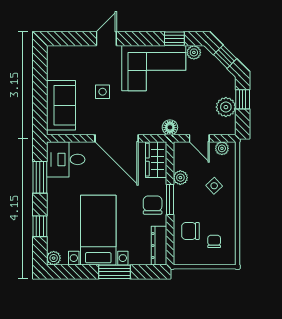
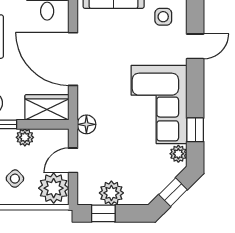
door: (106, 39) -> (195, 46), hinge flipped
side table: (103, 92) -> (163, 17), moved
window: (243, 99) -> (103, 213), moved
door: (117, 138) -> (73, 59), hinge flipped
plant: (222, 148) -> (54, 188), width x1.88, depth x1.88

